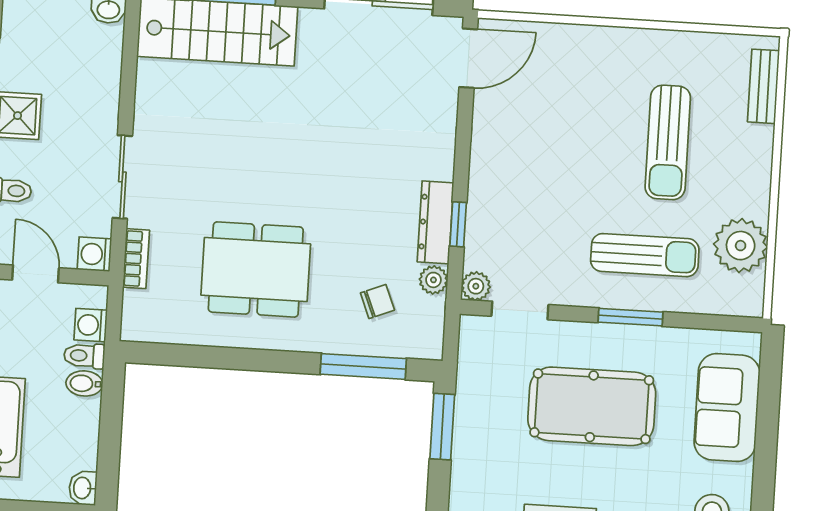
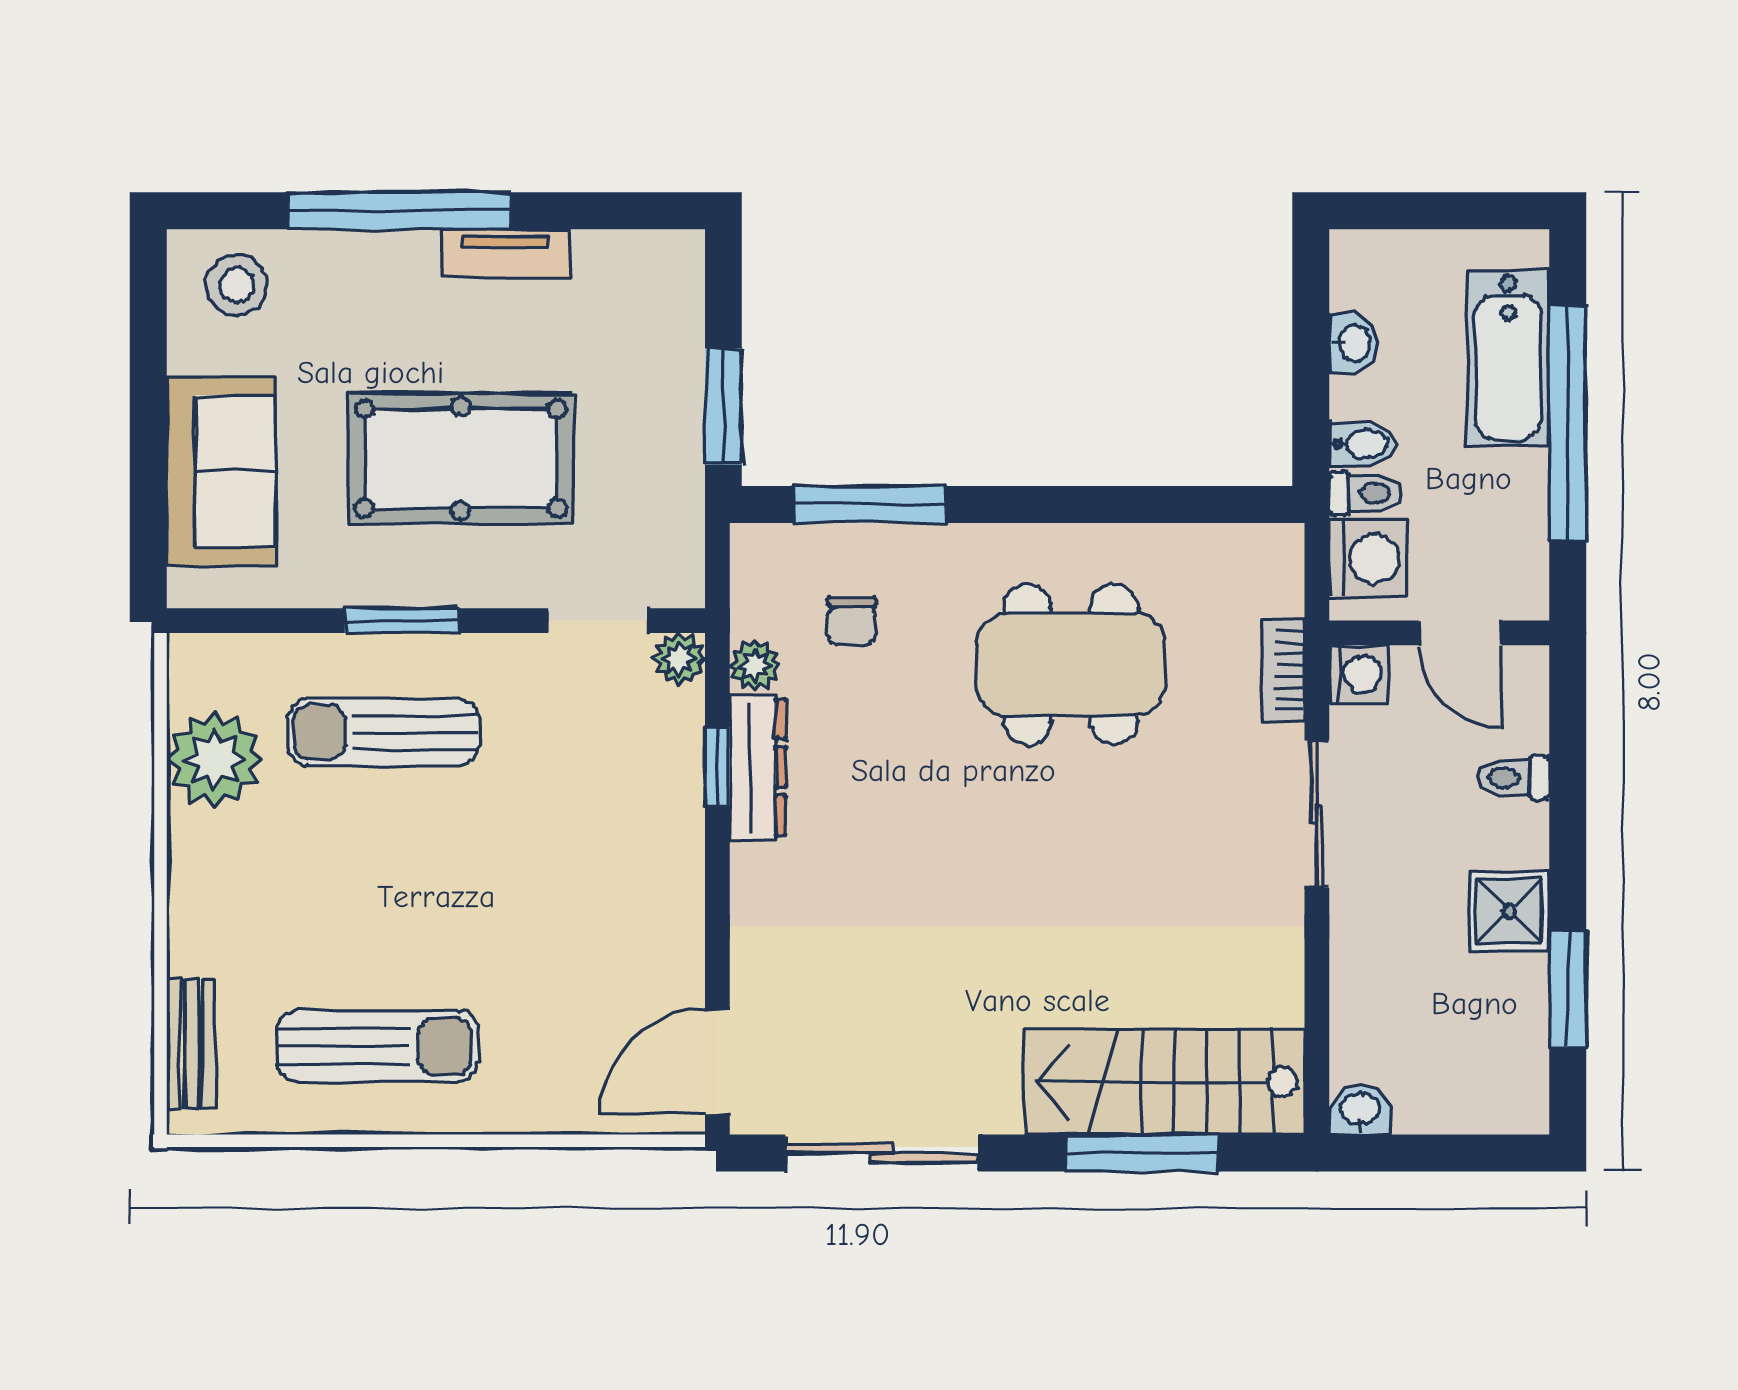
sun lounger: (668, 142) -> (377, 1046), moved, turned 90
chair: (377, 302) -> (852, 621), turned -68
washing machine: (91, 325) -> (1368, 559), width x1.38, depth x1.38
washbasin: (83, 488) -> (1353, 343), moved

